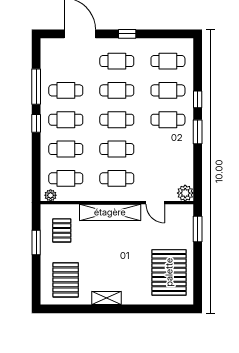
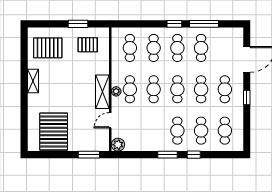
plant: (51, 195) -> (116, 91), moved
shelving: (110, 212) -> (102, 92), width x0.68
pallet: (169, 272) -> (54, 132), turned 90

